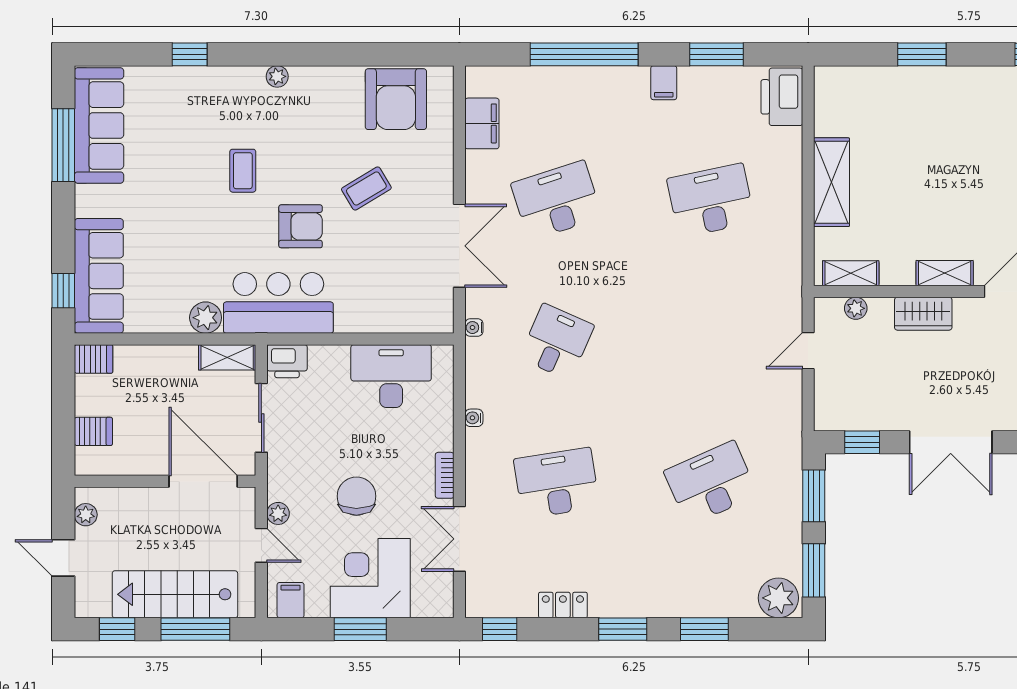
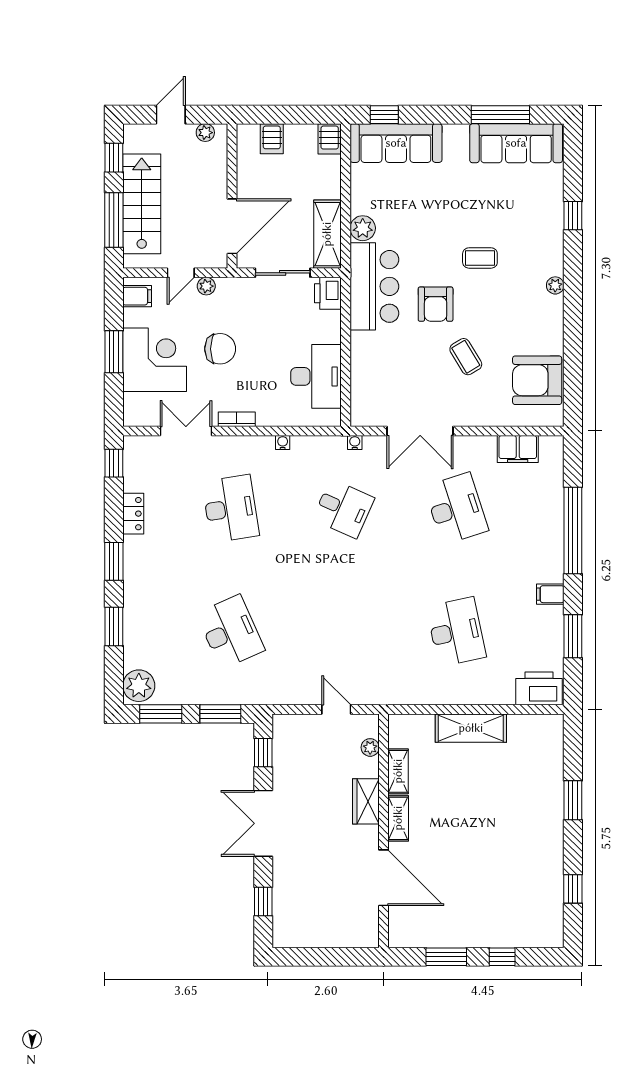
shelving: (851, 273) -> (398, 771), moved
shelving: (227, 357) -> (327, 234), width x1.50, depth x1.33

